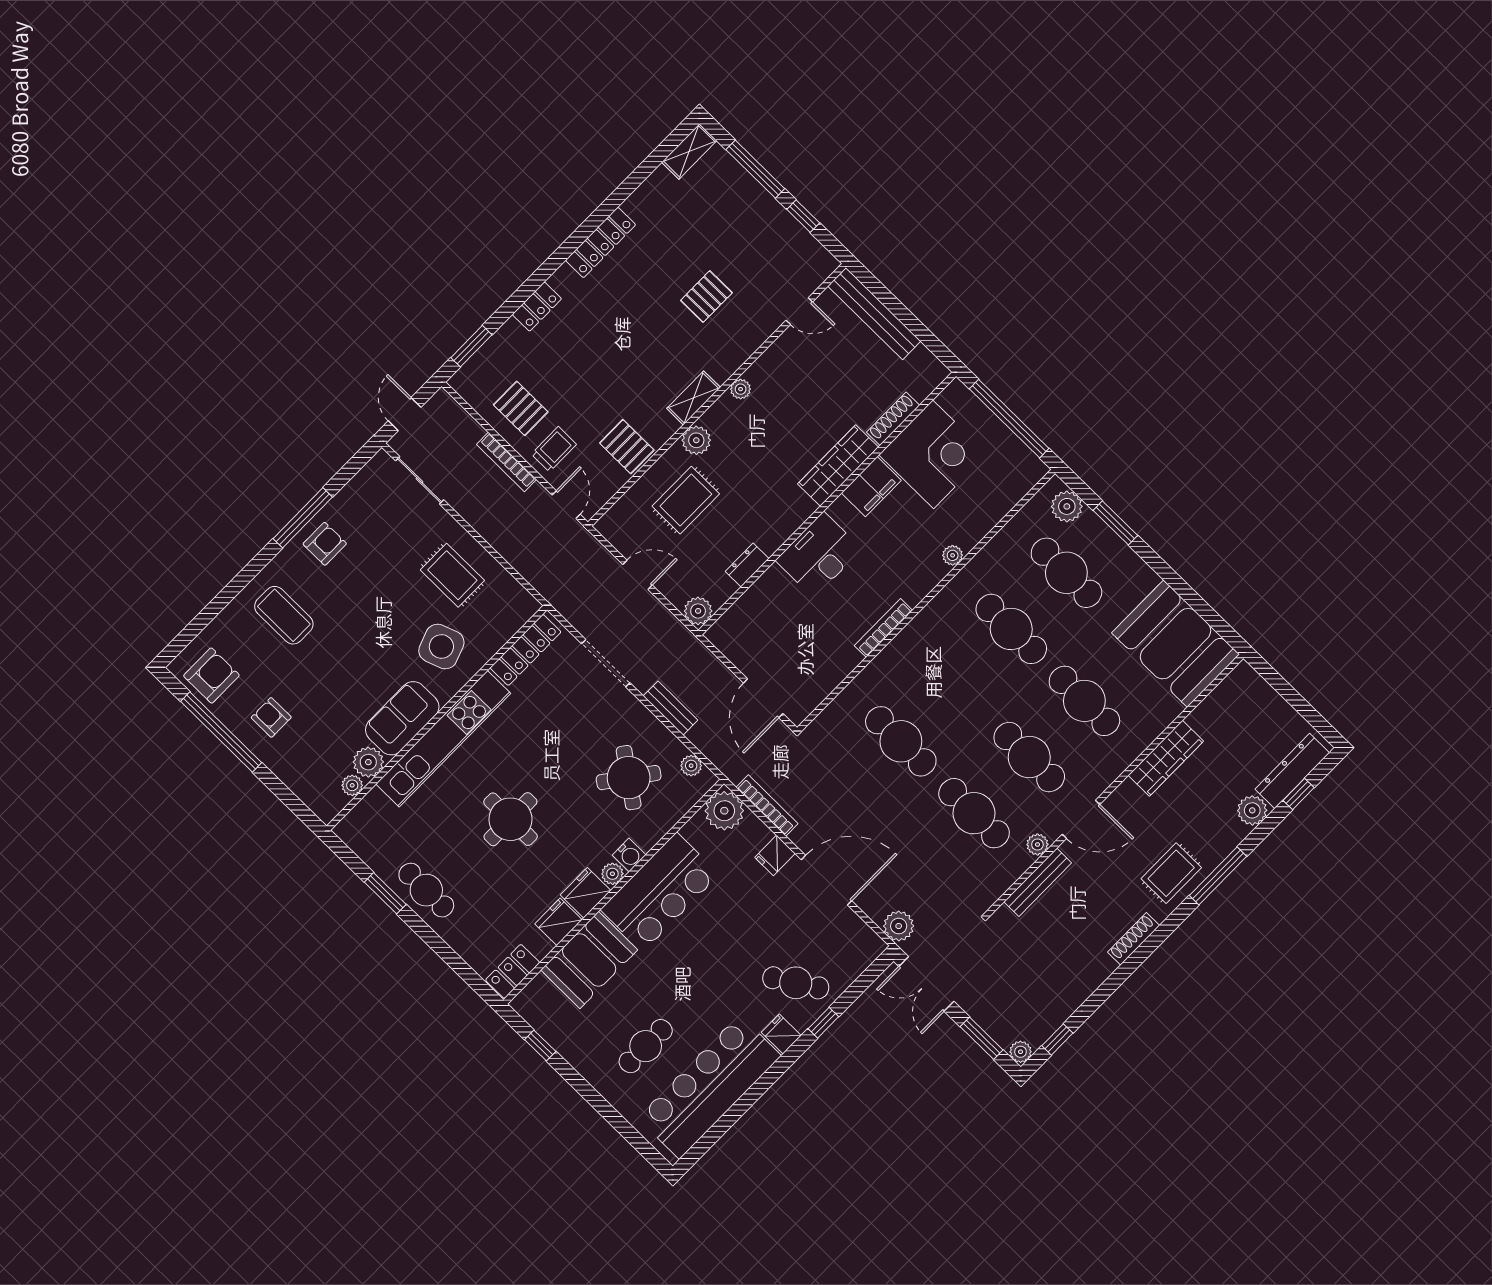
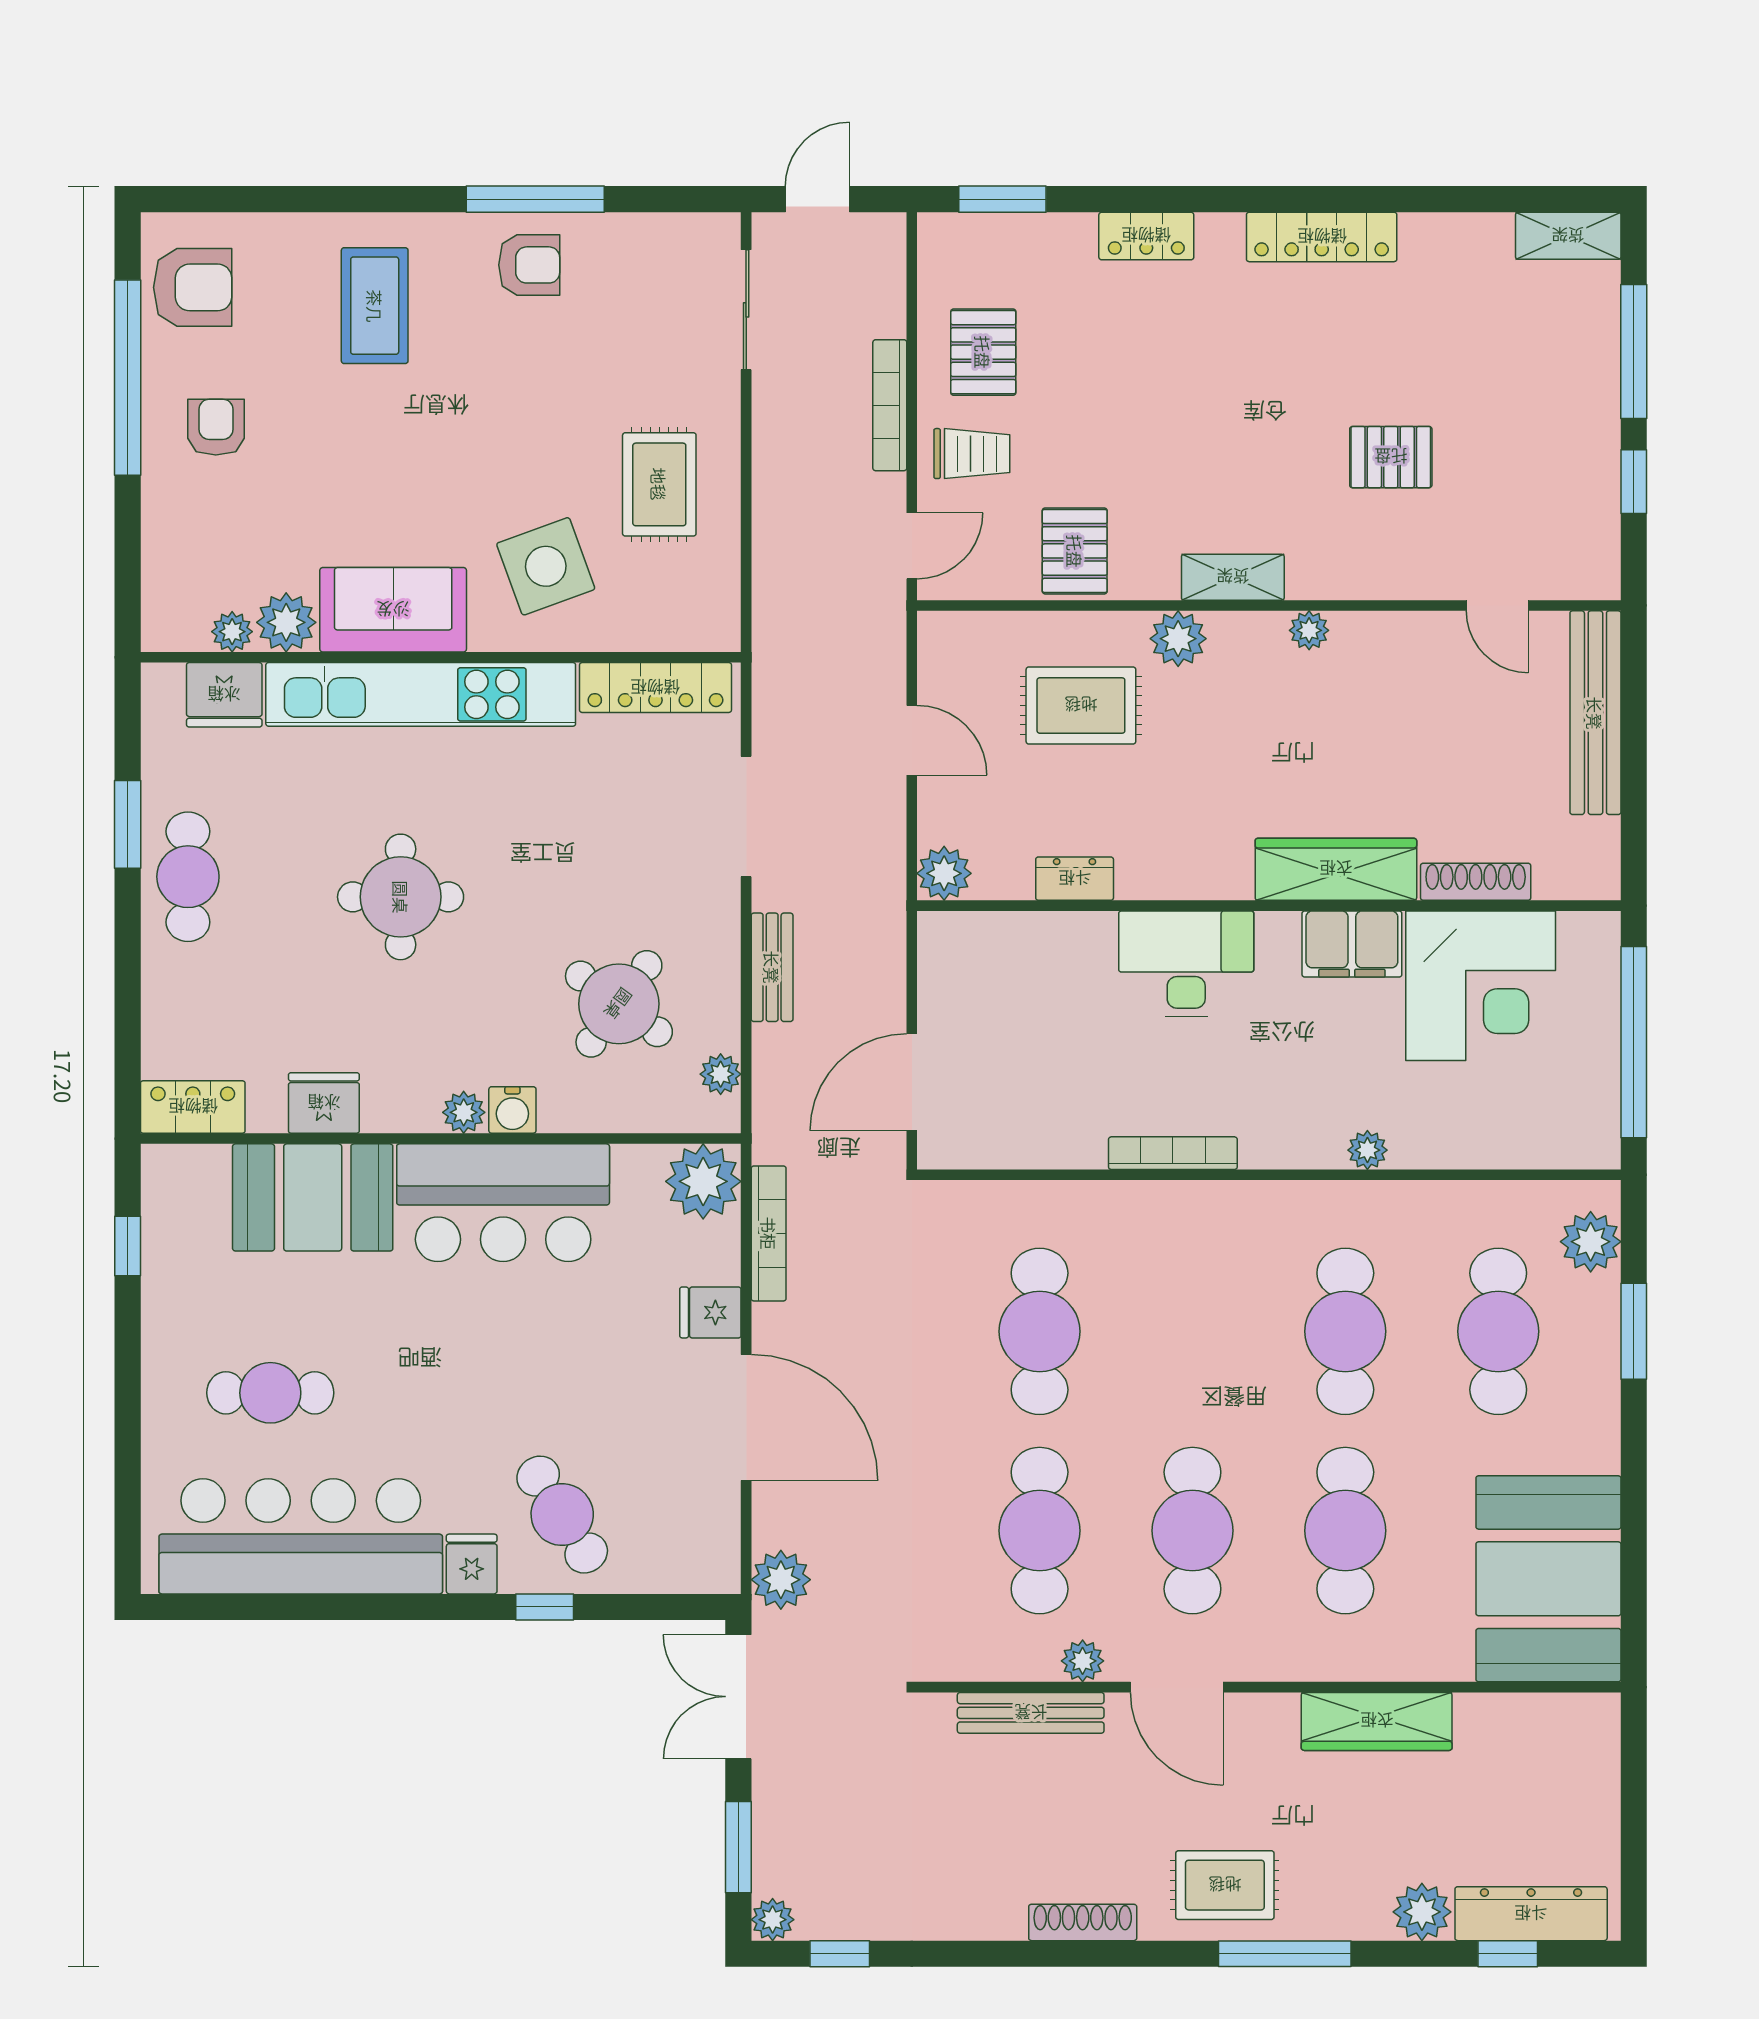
fridge: (586, 893) -> (224, 695), moved, turned 180

